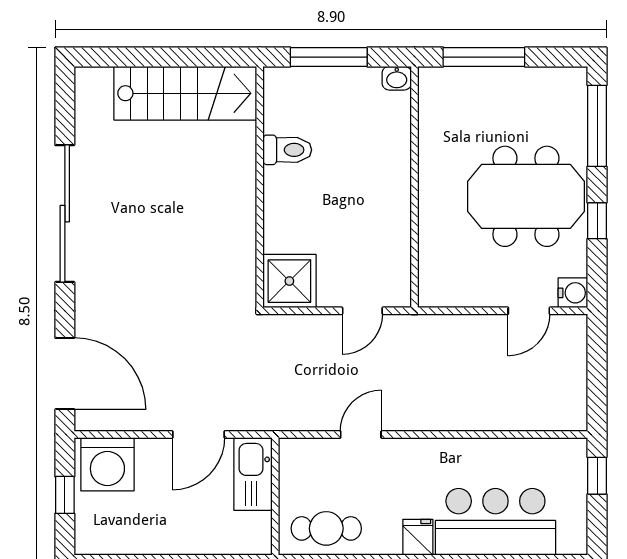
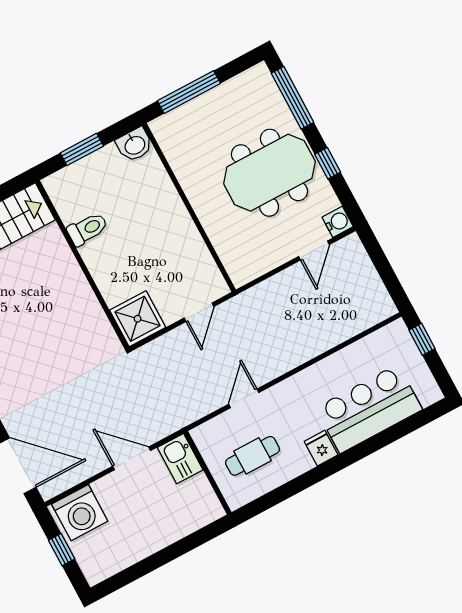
window: (329, 57) -> (82, 149), width x0.69
washbasin: (397, 78) -> (135, 145), width x1.38, depth x1.45
door: (198, 435) -> (132, 458), swing flipped
kitchen sink: (253, 474) -> (180, 459), width x0.73
cafe table: (326, 528) -> (252, 456), moved

